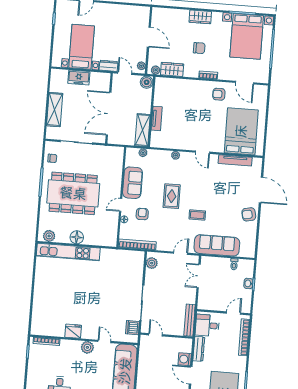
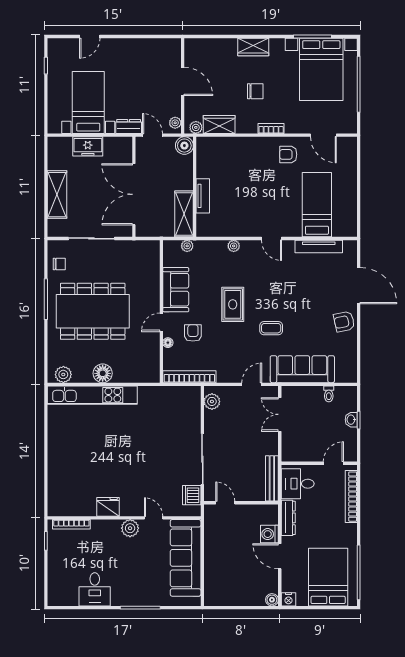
bed: (241, 131) -> (317, 205), width x0.67

